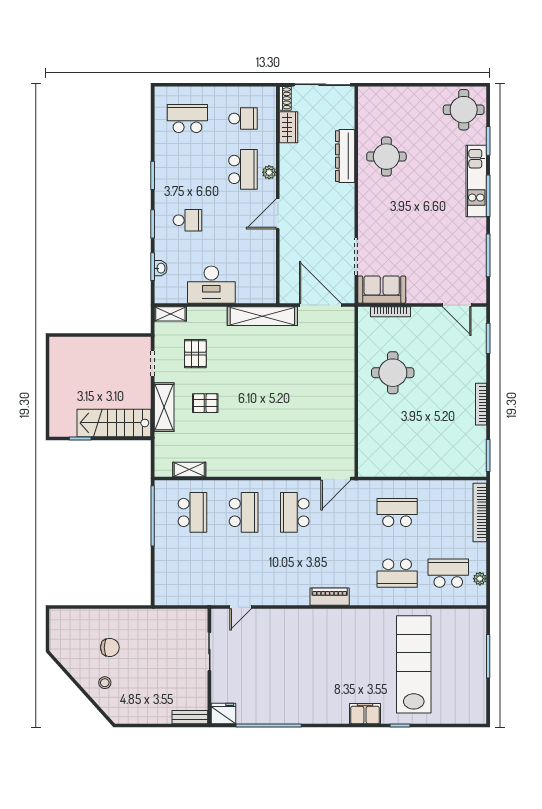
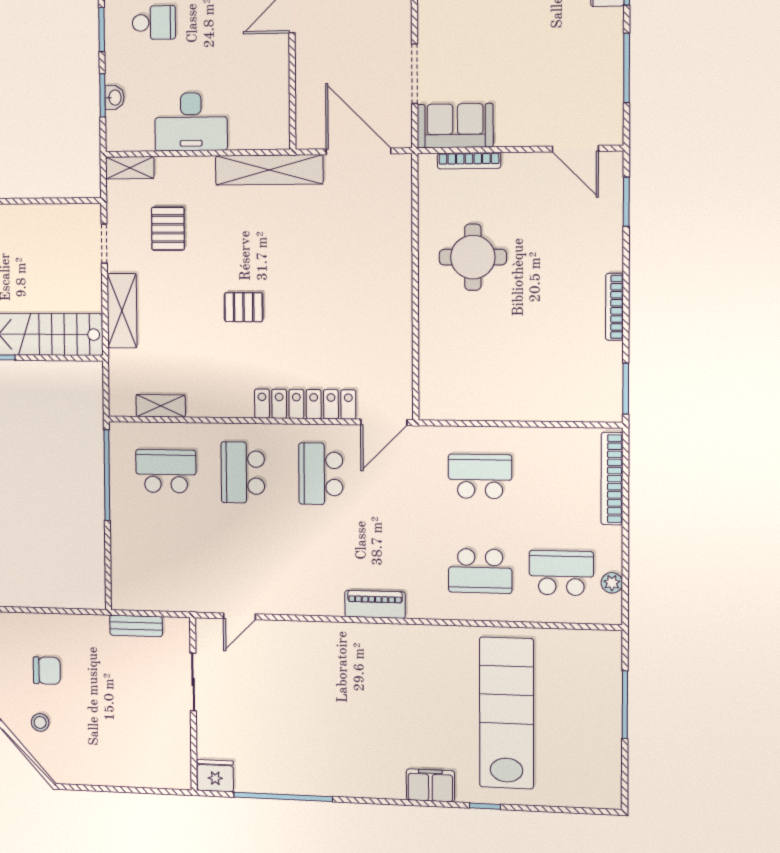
pallet: (205, 403) -> (244, 307), moved
locker: (285, 467) -> (305, 404), added
school desk: (192, 512) -> (166, 471), turned -90
school desk: (244, 512) -> (243, 472), turned 180
bench: (190, 717) -> (136, 626), moved

